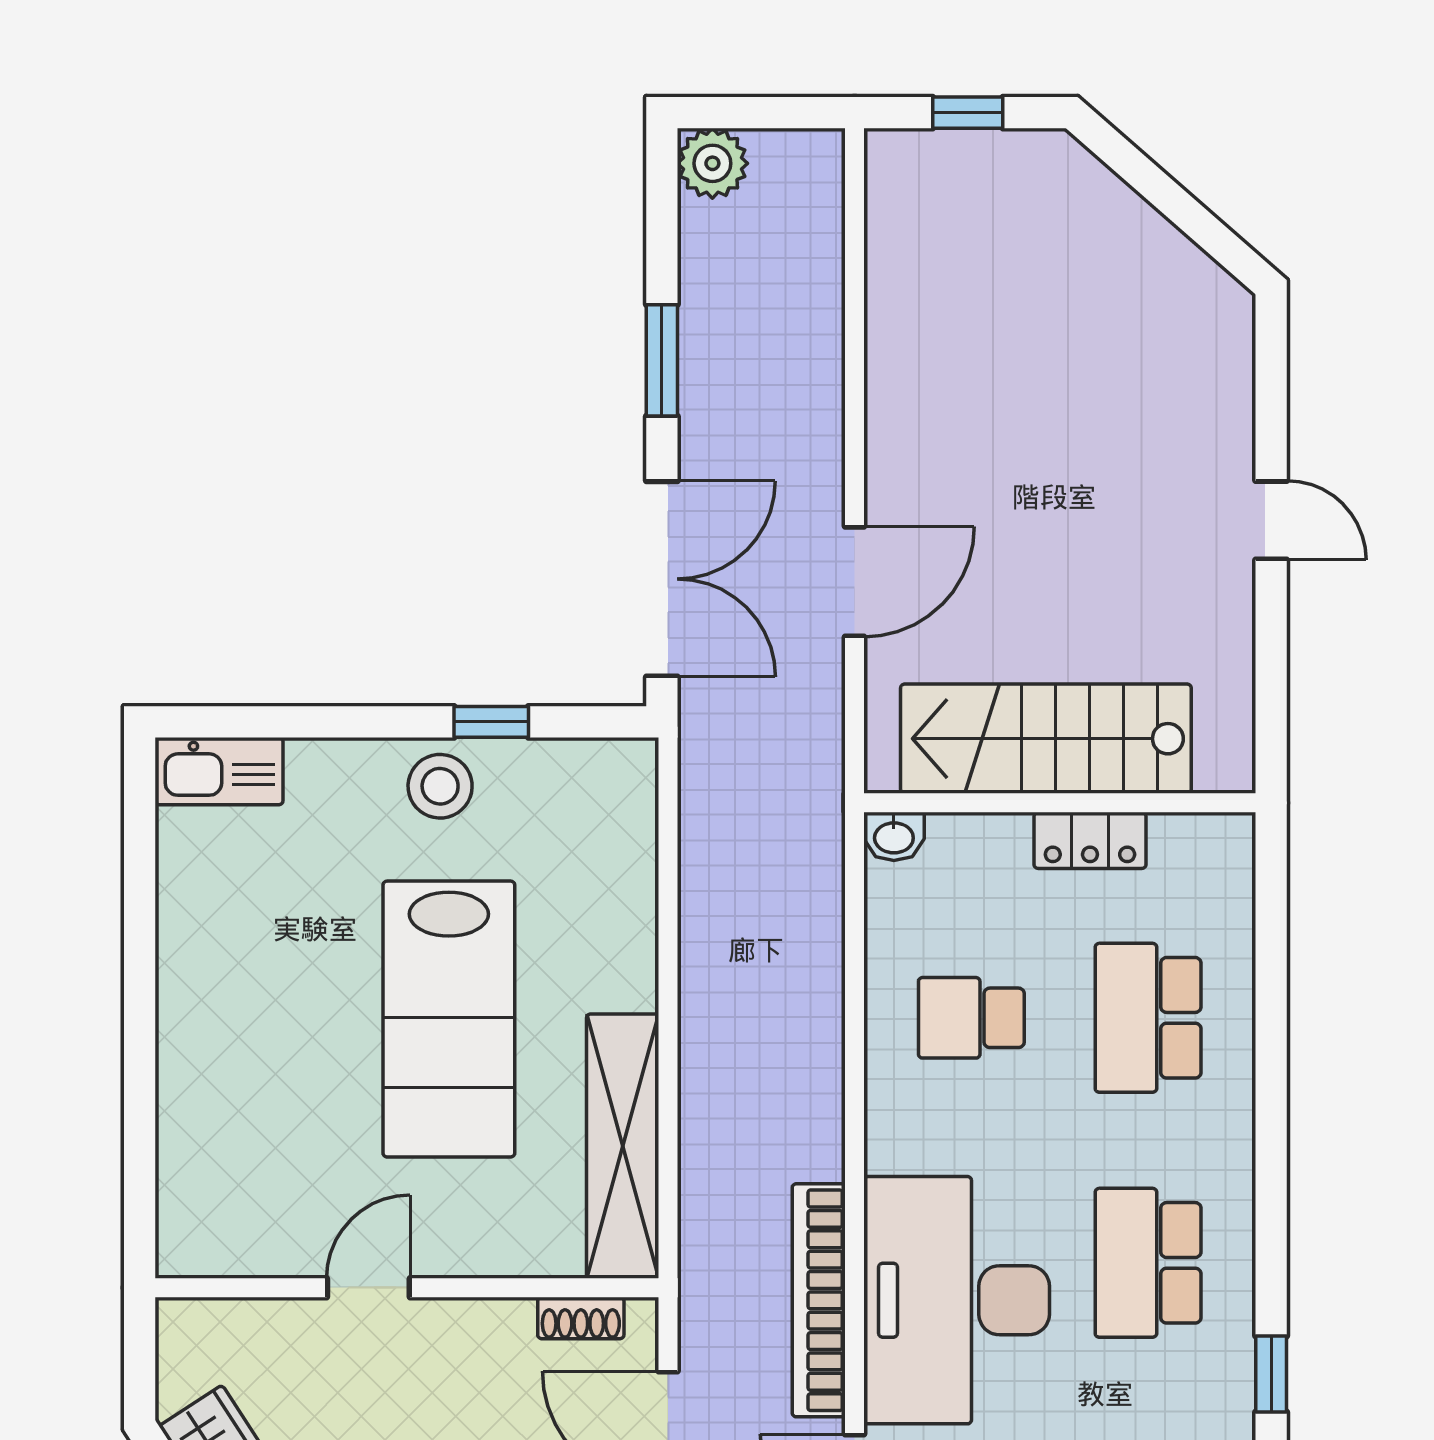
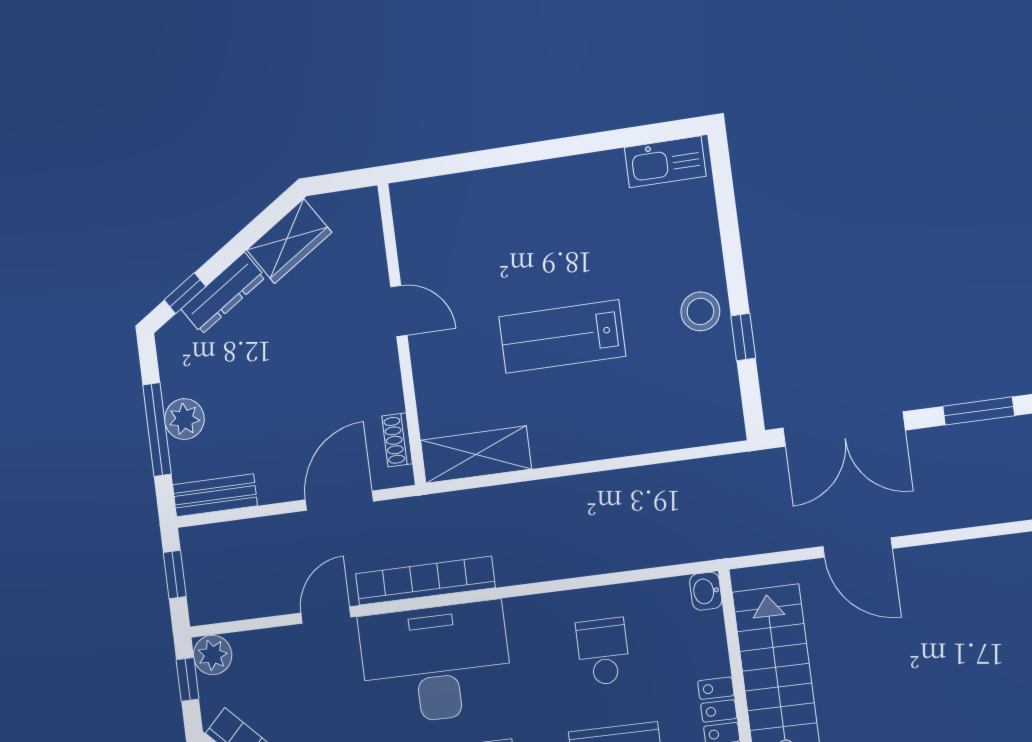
kitchen sink: (219, 771) -> (665, 162), moved, turned -90
lab bench: (449, 1019) -> (562, 336), width x0.73, depth x0.72
shelving: (623, 1146) -> (476, 455), width x0.68

